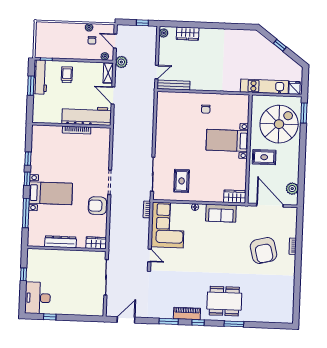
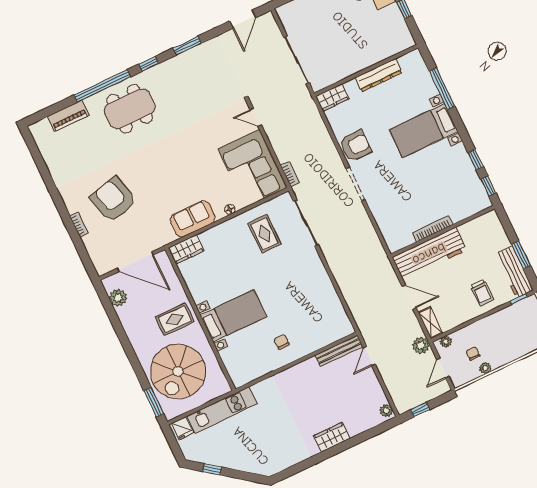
wardrobe: (188, 34) -> (332, 437), moved
door: (115, 41) -> (443, 368), swing flipped
window: (280, 45) -> (212, 469), moved
window: (27, 179) -> (488, 186), moved
piano: (187, 314) -> (68, 116), moved
window: (234, 324) -> (102, 86), width x2.11

